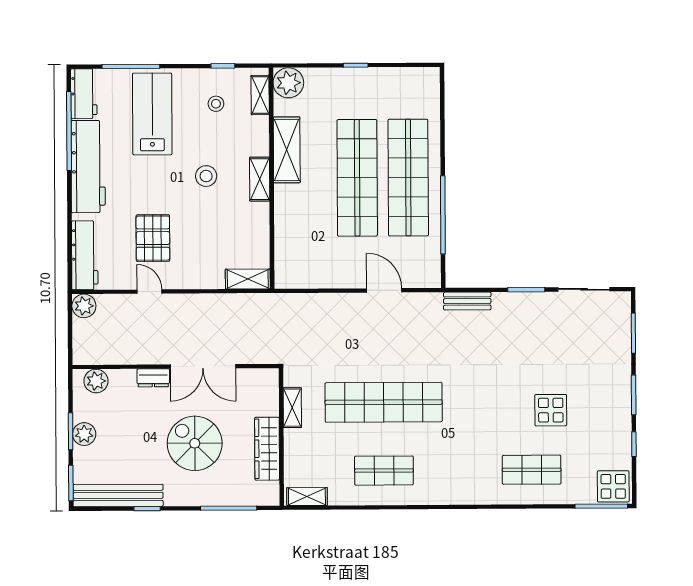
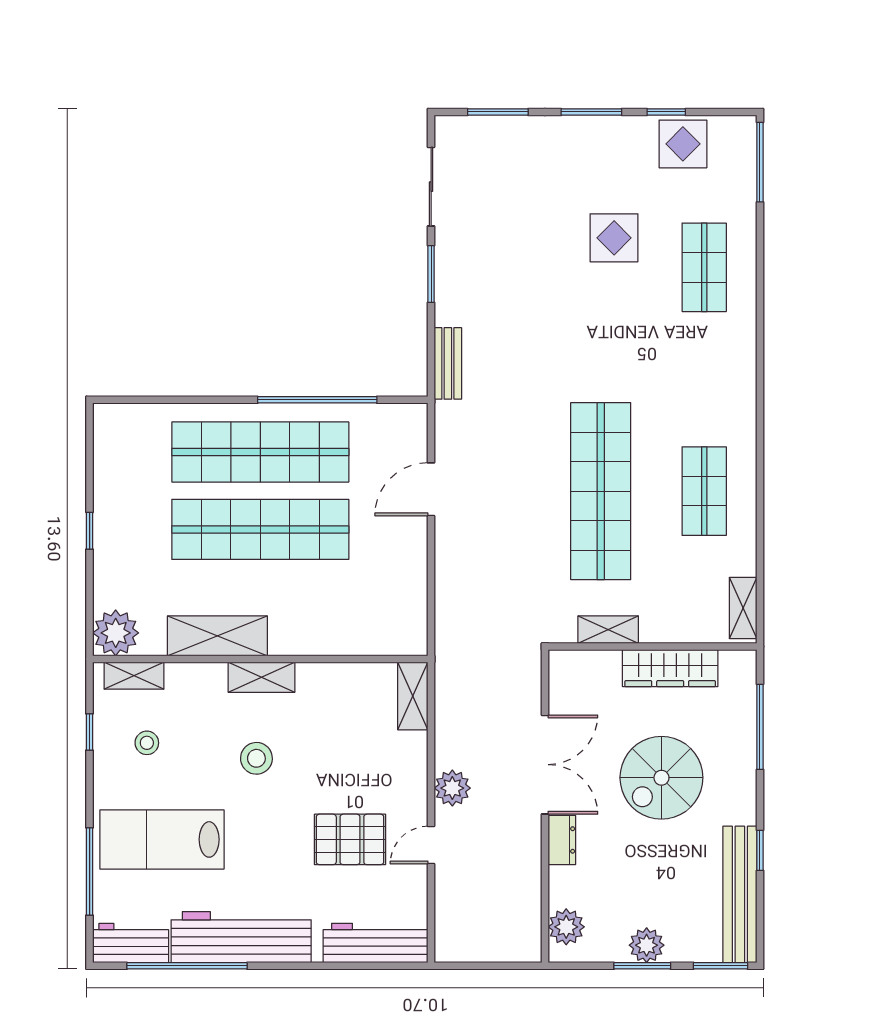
plant: (84, 306) -> (452, 788), moved
display table: (613, 486) -> (683, 144), moved

